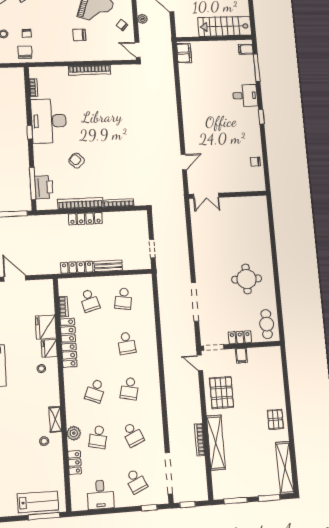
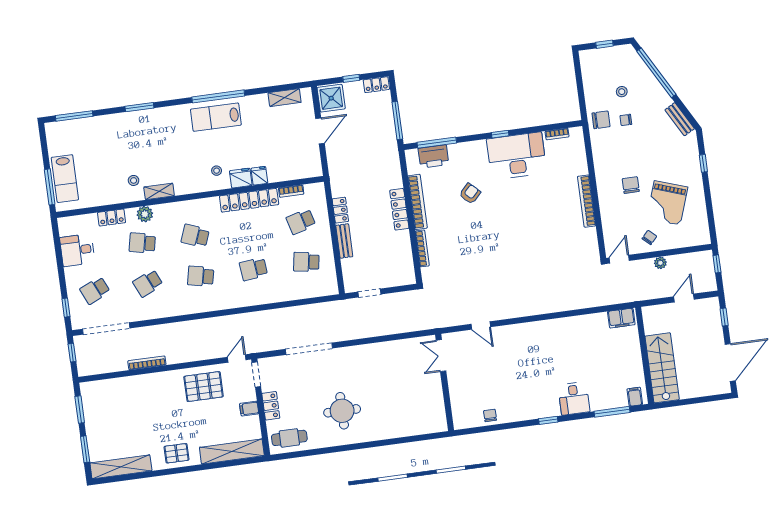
locker: (77, 267) -> (340, 210), width x0.66
fridge: (46, 327) -> (259, 176), width x0.53, depth x0.75
shelving: (216, 443) -> (232, 452), moved

